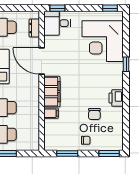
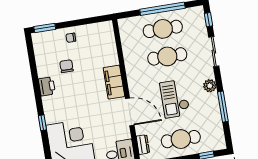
filing cabinet: (51, 113) -> (111, 60), removed
window: (67, 154) -> (88, 21), removed

